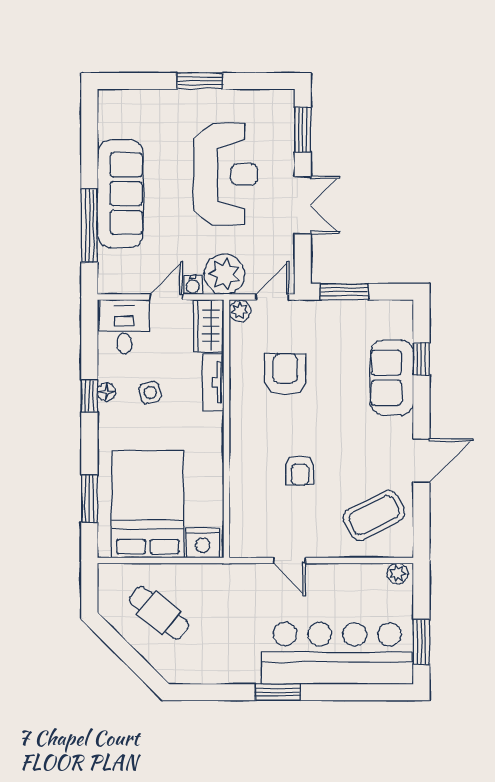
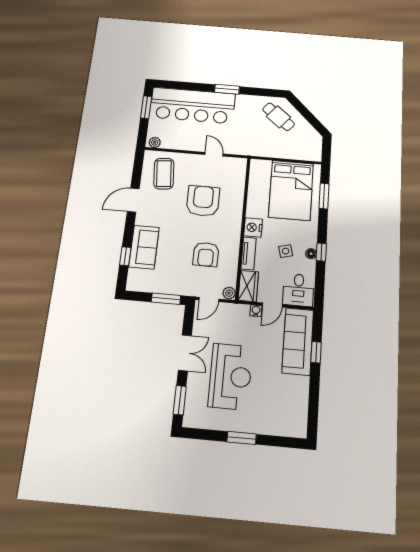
reception desk: (225, 174) -> (230, 376), turned 180
sofa: (120, 194) -> (298, 341), moved
double door: (303, 205) -> (185, 353), swing flipped
window: (89, 226) -> (316, 352), width x0.46
plant: (224, 274) -> (236, 316), removed
armchair: (300, 470) -> (203, 201), width x1.88, depth x1.88
coffee table: (374, 515) -> (164, 174), turned -68
nightstand: (203, 543) -> (253, 227), moved, turned -90
cafe table: (159, 613) -> (279, 117), moved

